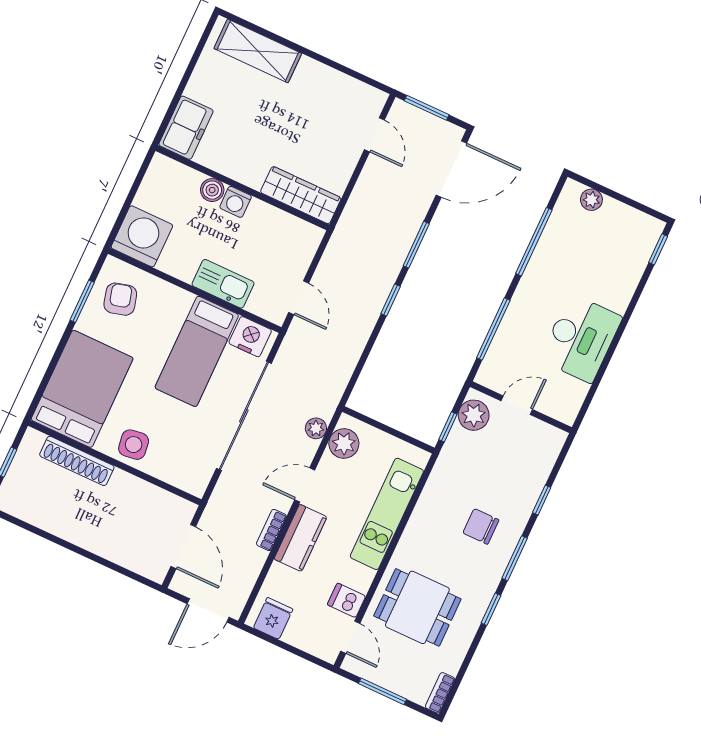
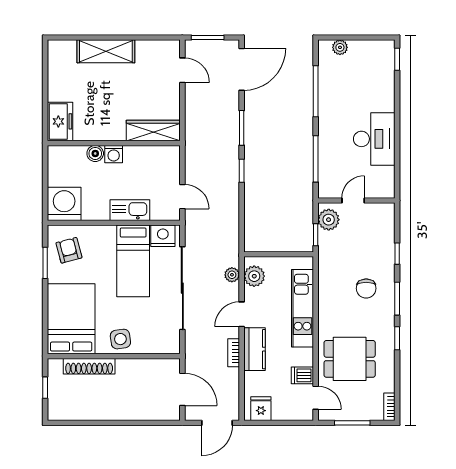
shelving: (258, 51) -> (106, 51), moved
chair: (481, 526) -> (366, 288), turned -90

